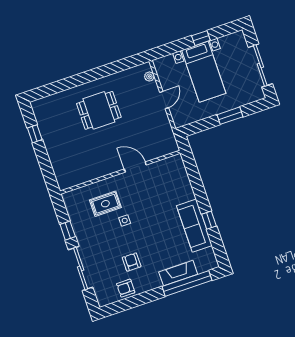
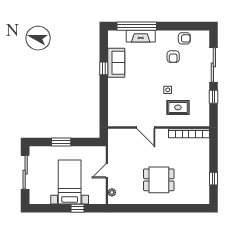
window: (201, 38) -> (77, 208), moved
bookcase: (82, 178) -> (189, 133), added
sofa: (194, 226) -> (116, 63), width x0.73

